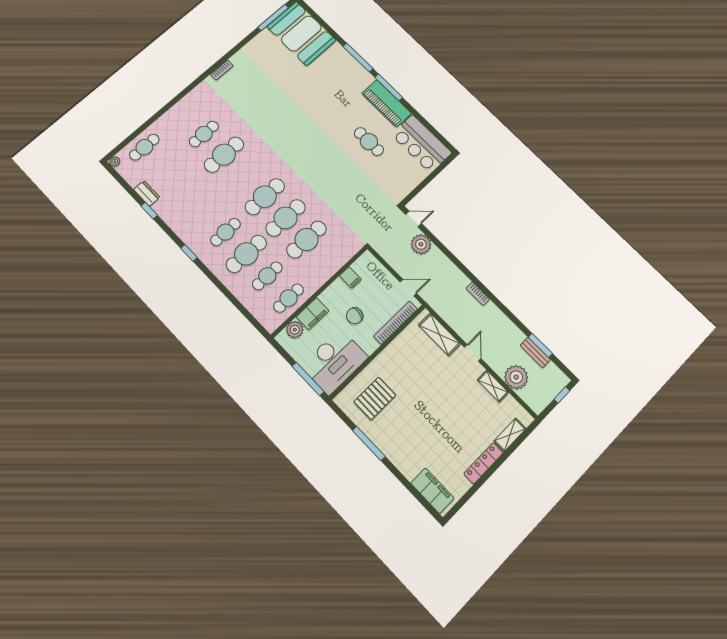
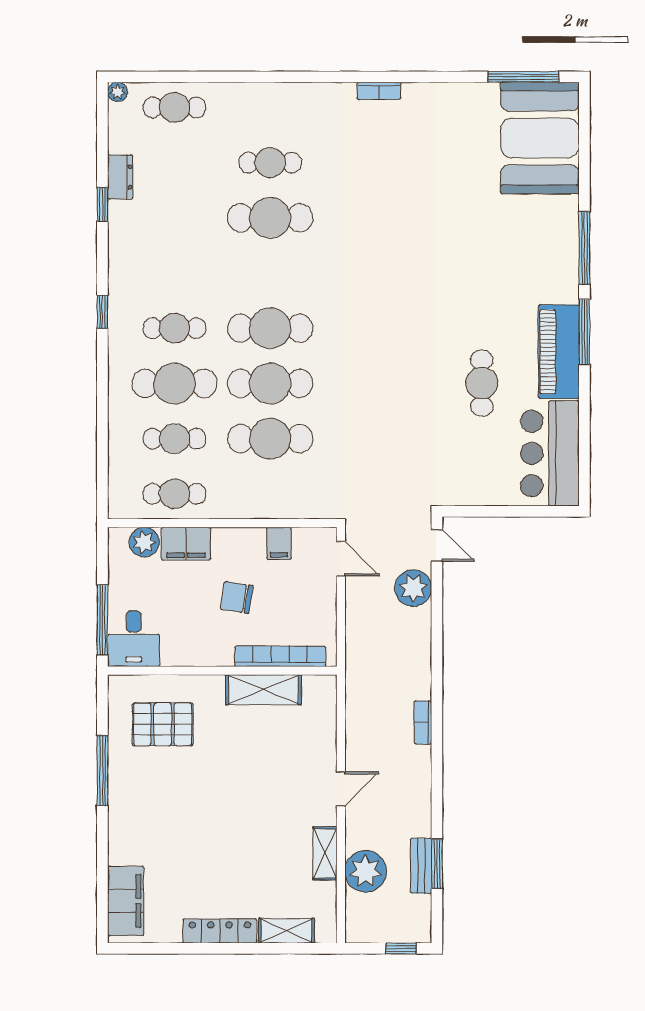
door: (408, 288) -> (341, 559), moved
shelving: (439, 334) -> (263, 690), moved, turned 90
desk: (335, 361) -> (134, 639), width x0.53, depth x0.77

